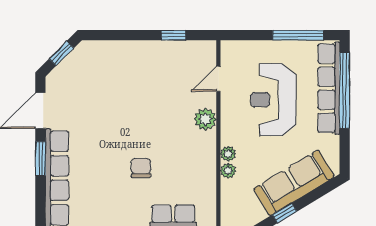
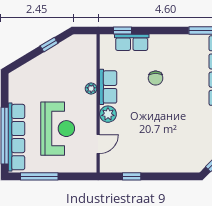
row of seats: (205, 156) -> (108, 87), added
plant: (228, 171) -> (91, 76), removed
sofa: (294, 183) -> (42, 67), removed

